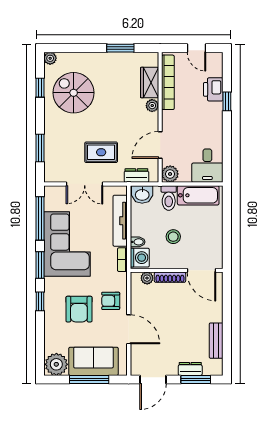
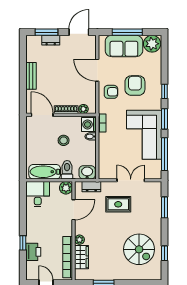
plant: (50, 58) -> (157, 275), removed
tv unit: (120, 221) -> (104, 152), removed
bench: (216, 341) -> (31, 76), moved

